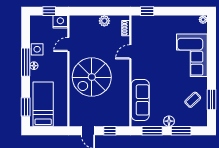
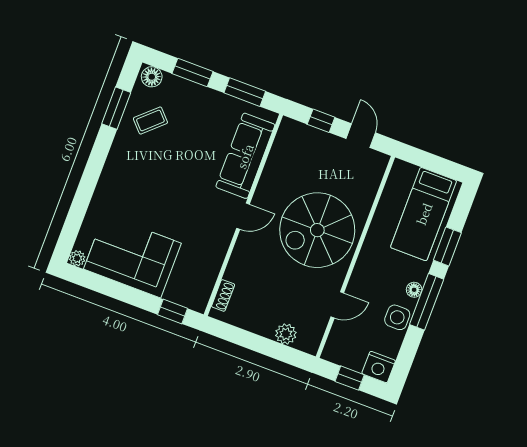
plant: (104, 21) -> (286, 334), moved
nightstand: (60, 22) -> (379, 367), moved
door: (130, 52) -> (243, 216), moved
corner sofa: (192, 55) -> (132, 256), moved, turned -90
spiral stairs: (92, 77) -> (317, 230), turned 180
window: (26, 107) -> (447, 246), moved
floor lamp: (169, 121) -> (152, 77), moved

